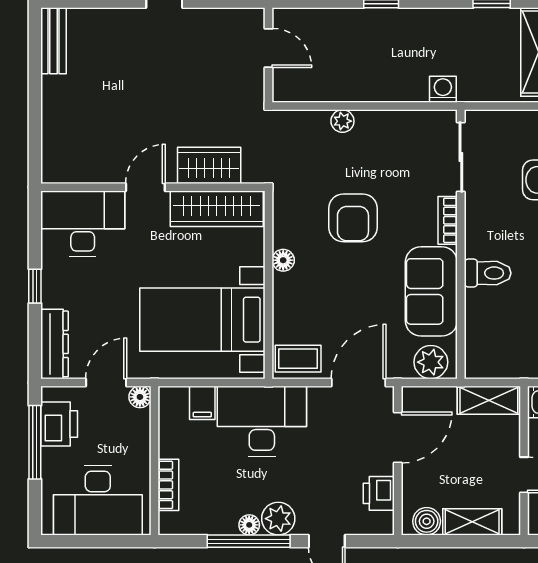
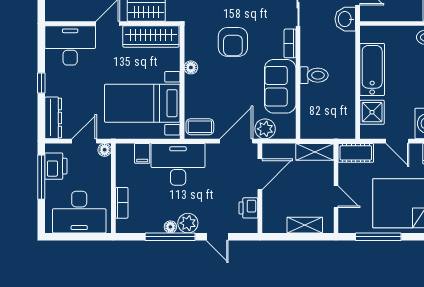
plant: (431, 362) -> (265, 129), moved
boiler: (427, 521) -> (277, 225), removed

